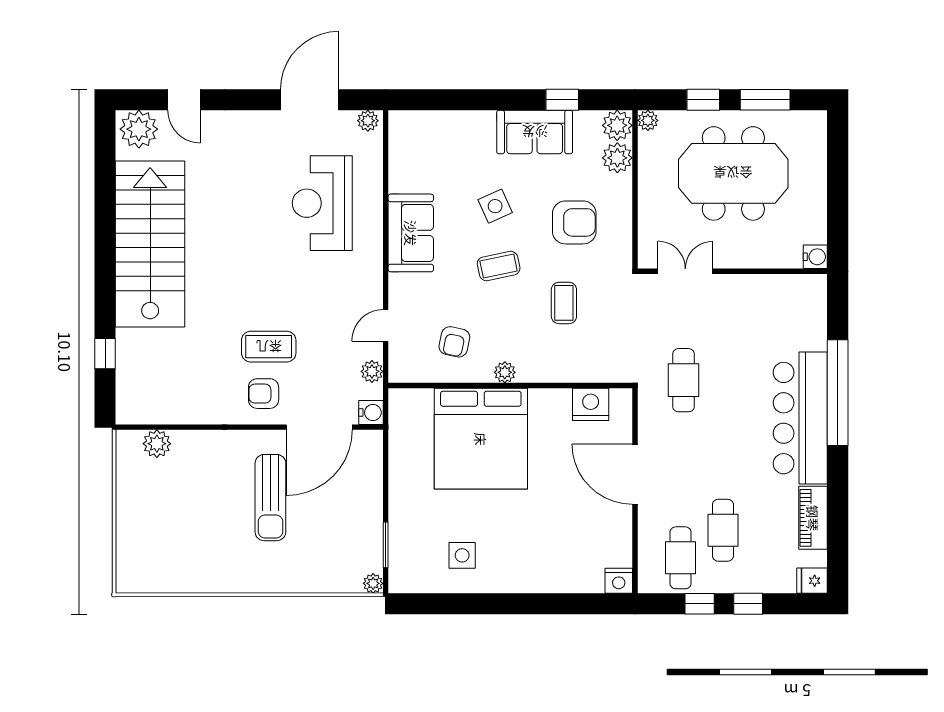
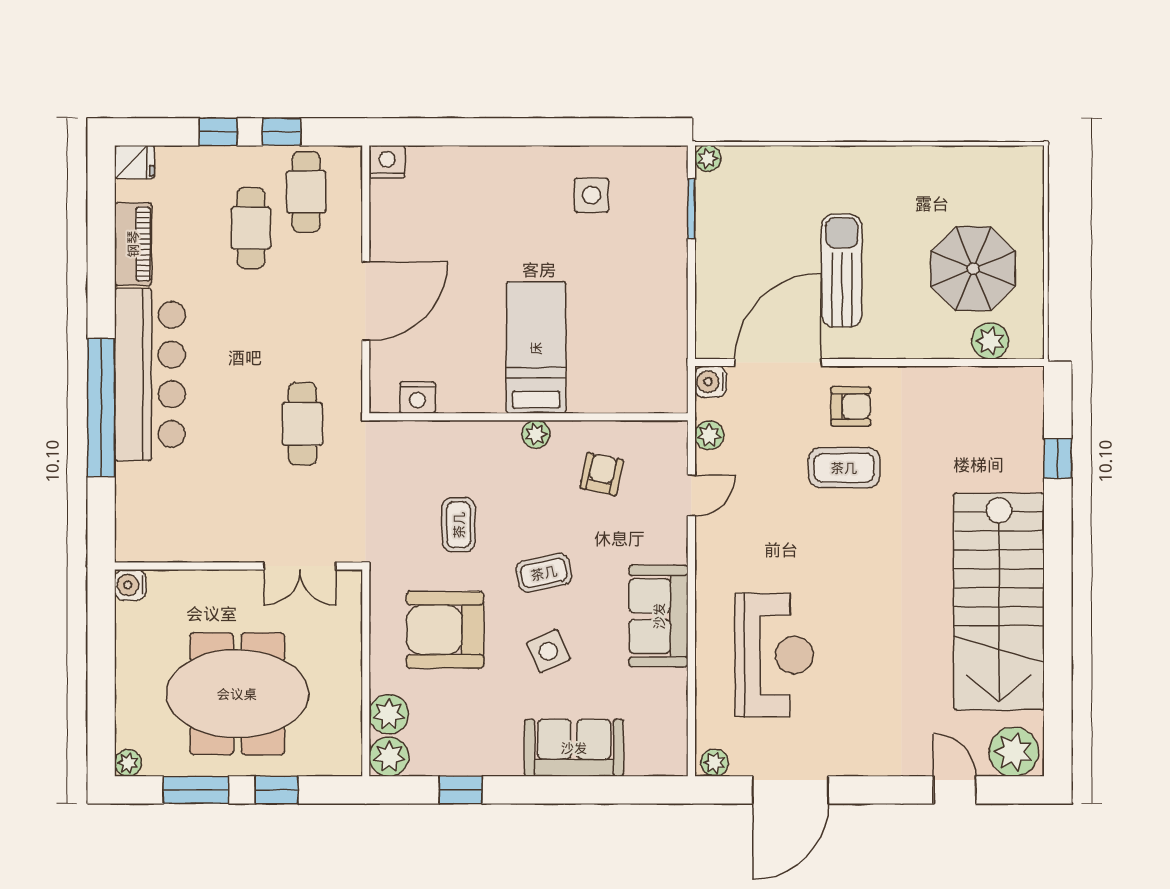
plant: (648, 120) -> (128, 763), moved
sofa: (535, 132) -> (574, 748), moved
armchair: (574, 222) -> (445, 630), width x1.36, depth x1.36
nightstand: (591, 404) -> (417, 397), width x0.74, depth x0.75
bed: (481, 439) -> (536, 348), width x0.49
door: (635, 474) -> (366, 301), hinge flipped
parasol: (170, 499) -> (973, 269), added

